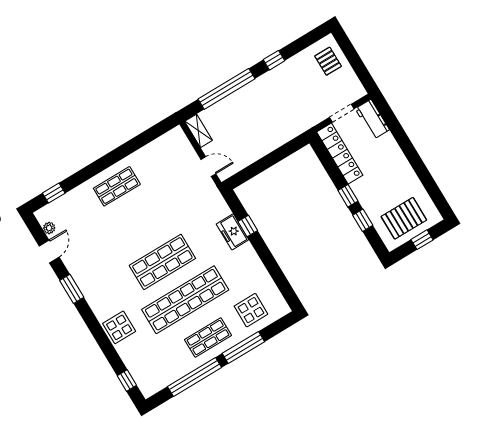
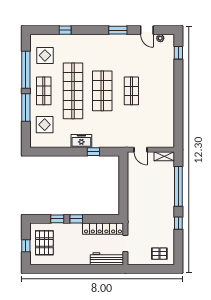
workbench: (372, 119) -> (107, 259), width x1.37
door: (208, 167) -> (141, 150), hinge flipped
shop shelf: (117, 186) -> (131, 91), moved
freezer: (233, 232) -> (81, 141), moved
display table: (119, 327) -> (45, 55), moved
window: (127, 380) -> (65, 30), moved

